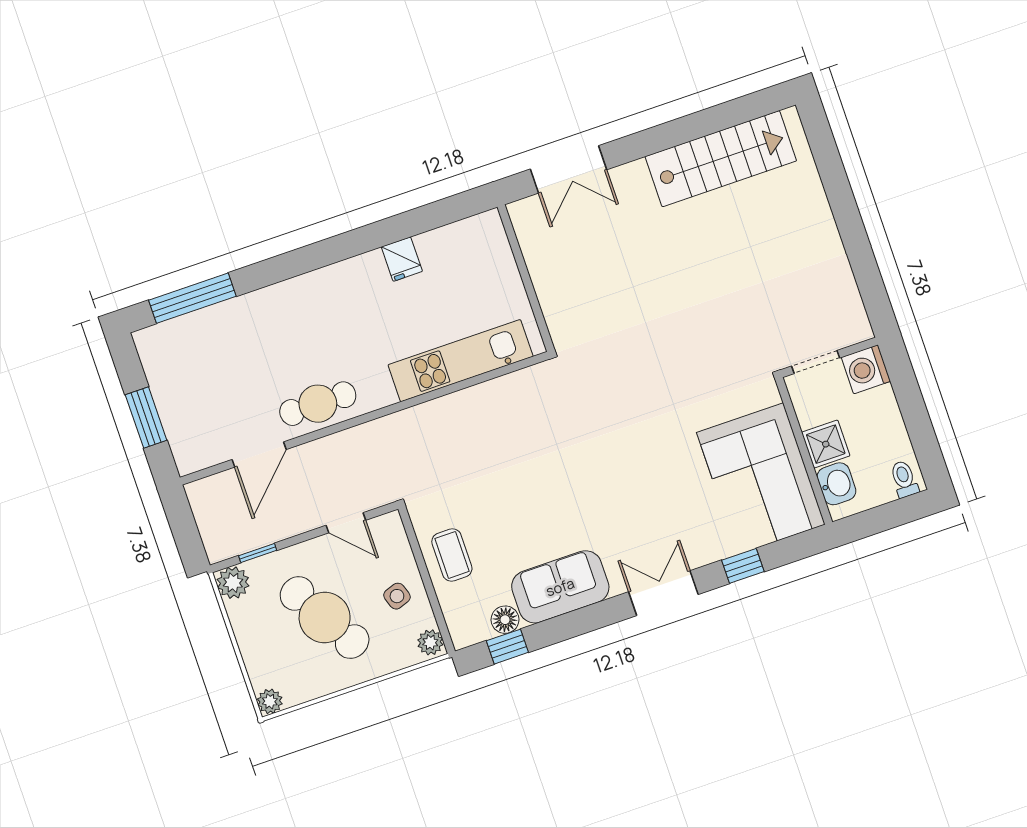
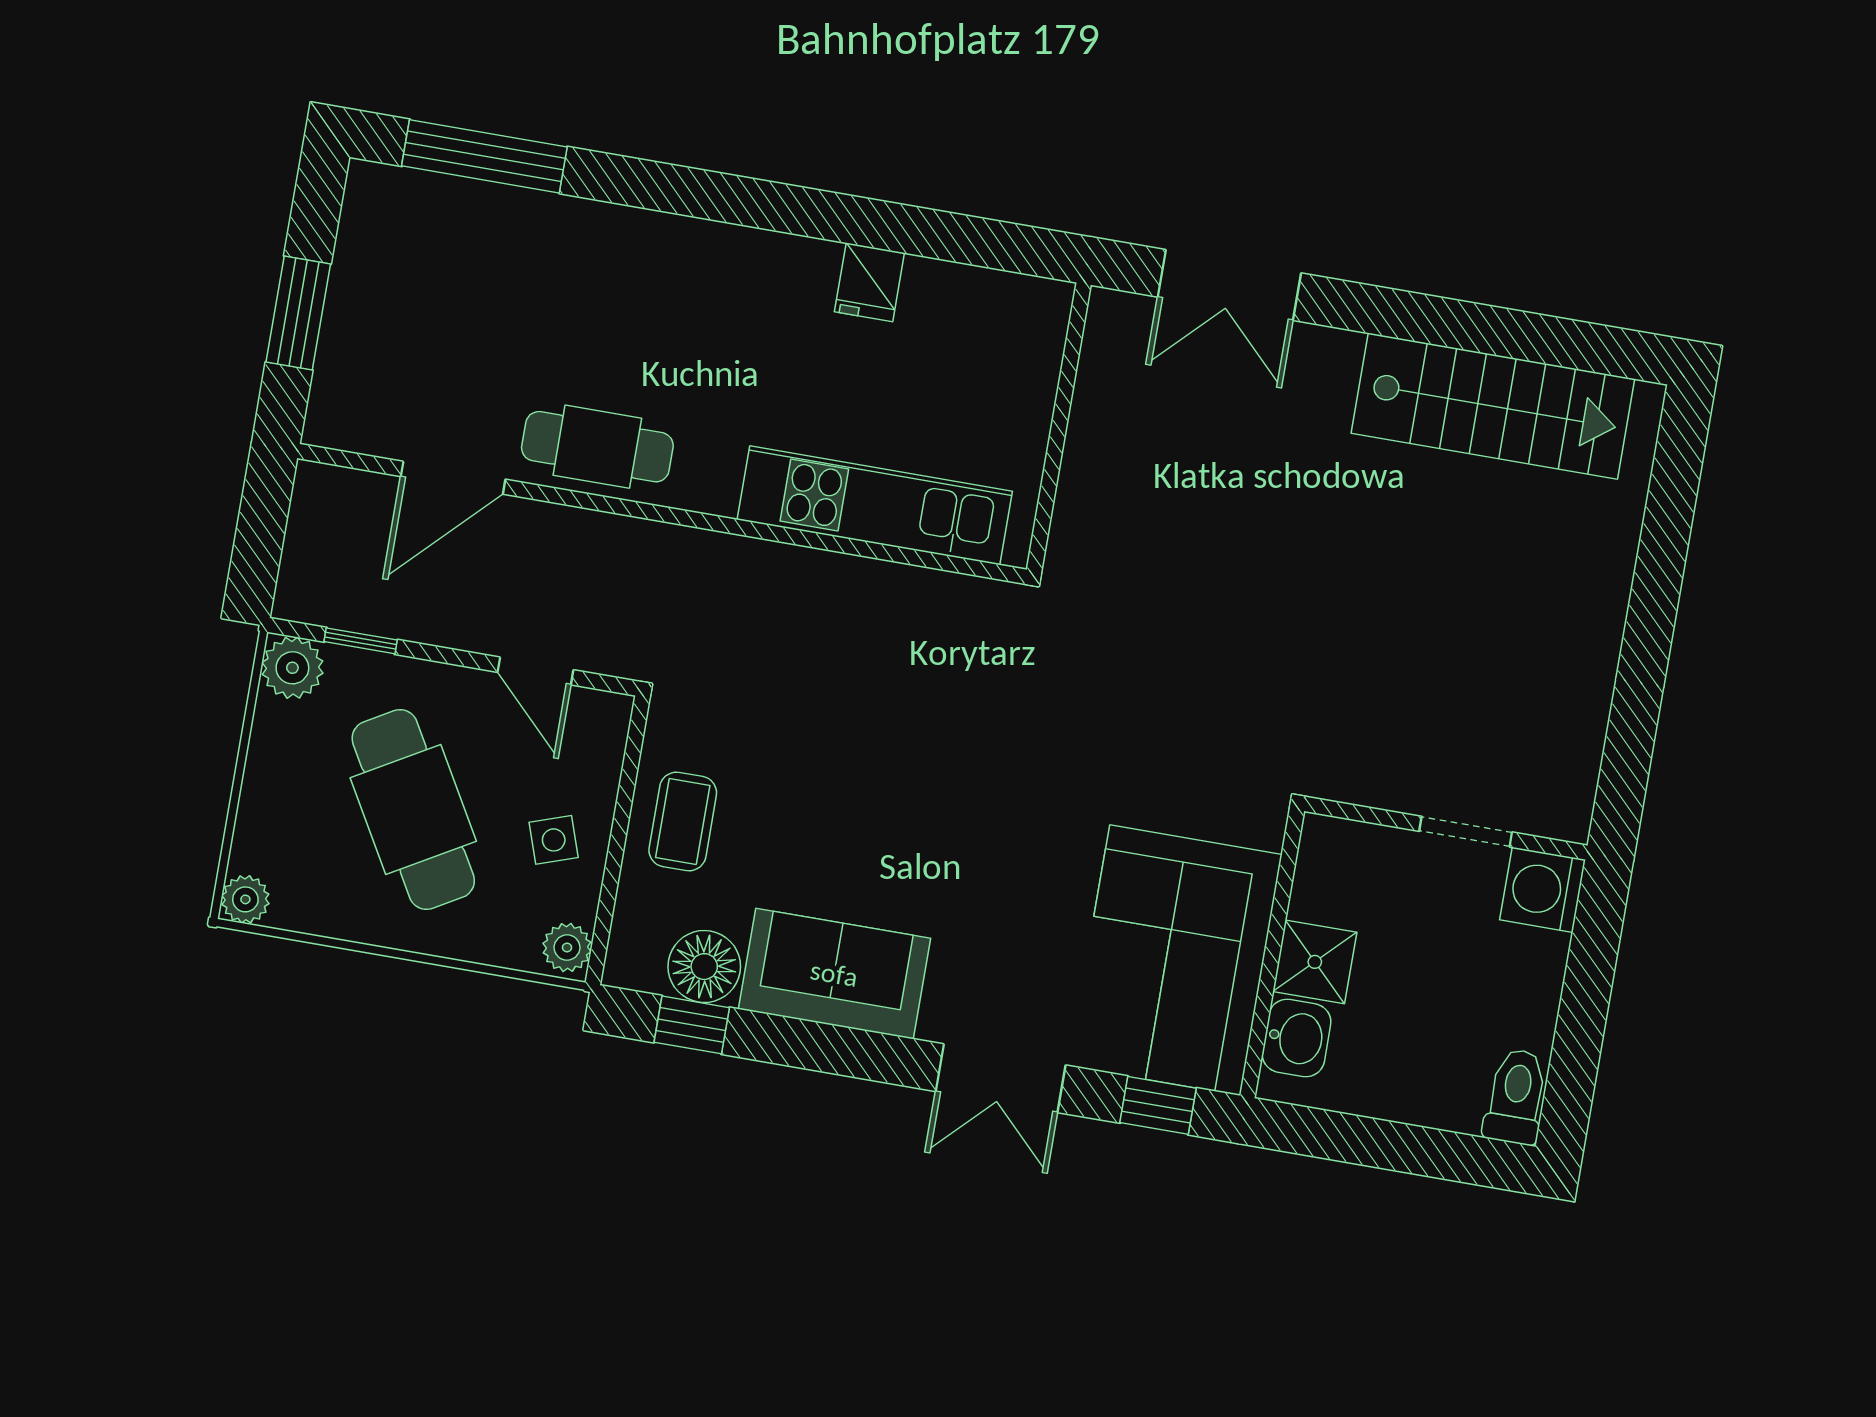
shower: (826, 444) -> (1315, 962), moved
wall: (804, 451) -> (1272, 953), moved
corner sofa: (761, 479) -> (1175, 960), moved
toilet: (904, 479) -> (1516, 1096), width x1.37, depth x1.39
washbasin: (837, 484) -> (1296, 1038), moved
double door: (663, 593) -> (1001, 1078), swing flipped
floor lamp: (505, 620) -> (704, 967), width x1.38, depth x1.38

